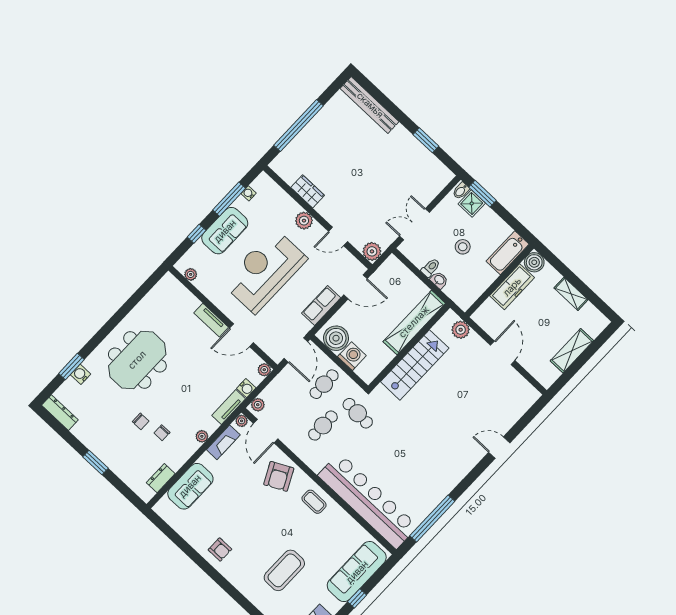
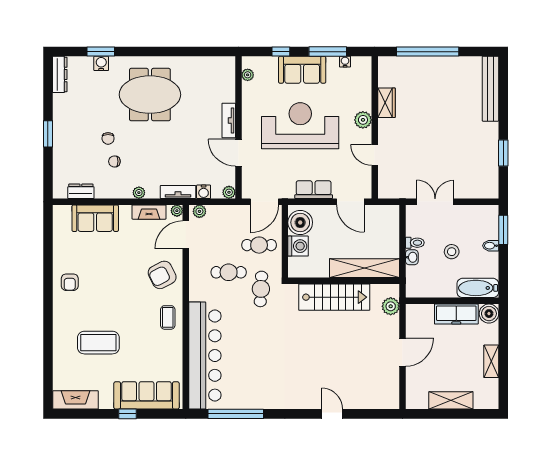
bidet: (461, 191) -> (491, 246), moved
shower: (472, 203) -> (489, 229), removed
plant: (372, 251) -> (387, 190), removed

